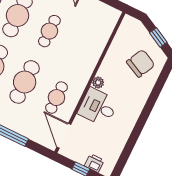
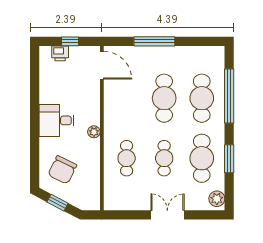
cafe table: (56, 98) -> (127, 158), moved
desk: (98, 107) -> (56, 120), moved, turned 180

